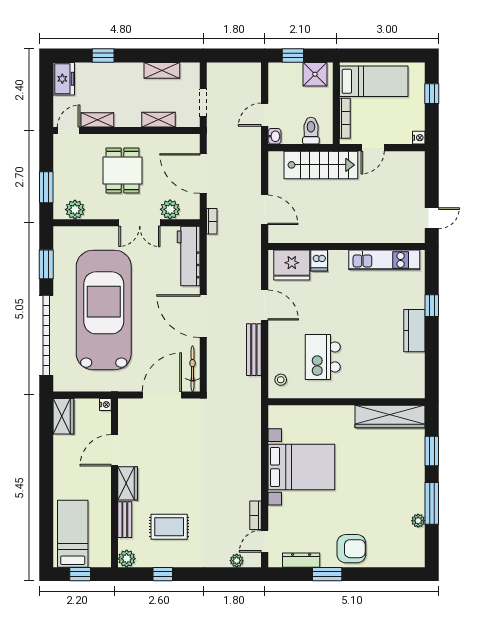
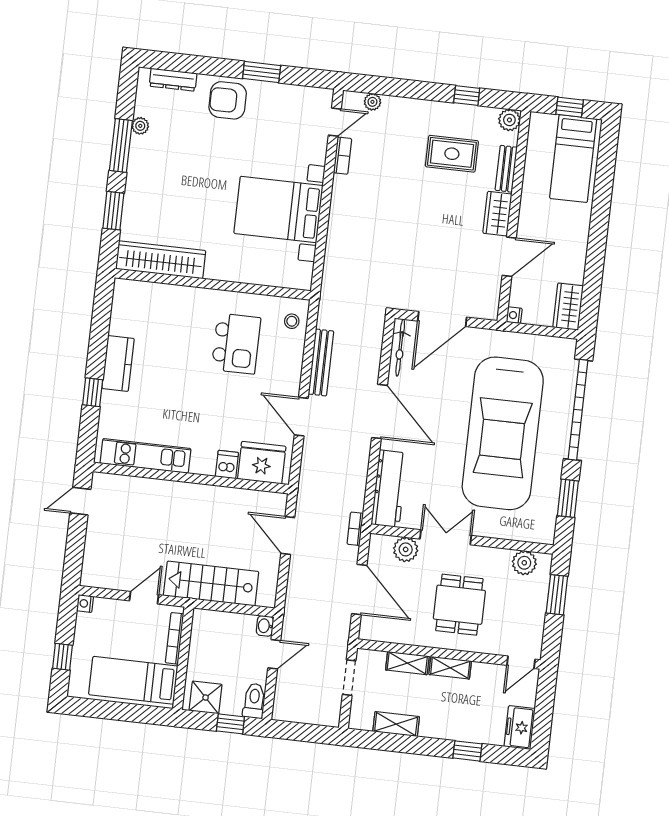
shelving: (97, 120) -> (450, 668), moved
toilet: (311, 131) -> (254, 701), moved, turned 180
dresser: (301, 560) -> (173, 80), moved

